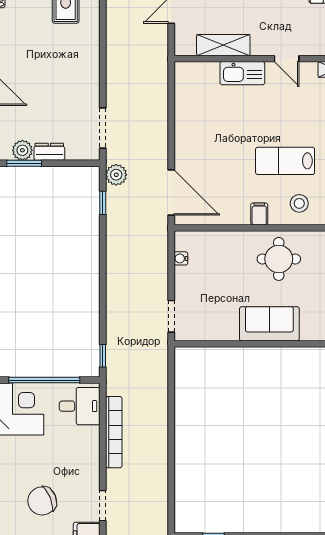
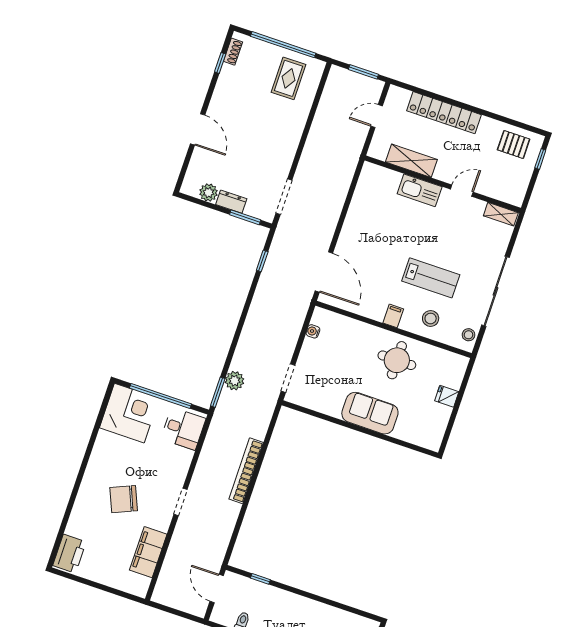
door: (287, 59) -> (462, 191), swing flipped
lab bench: (285, 161) -> (431, 278), turned 180
window: (24, 163) -> (245, 217), moved
plant: (116, 175) -> (235, 381), moved
window: (103, 356) -> (218, 392), width x1.50
bookcase: (114, 432) -> (246, 471), moved, turned 180
doorway: (103, 506) -> (181, 502), moved

